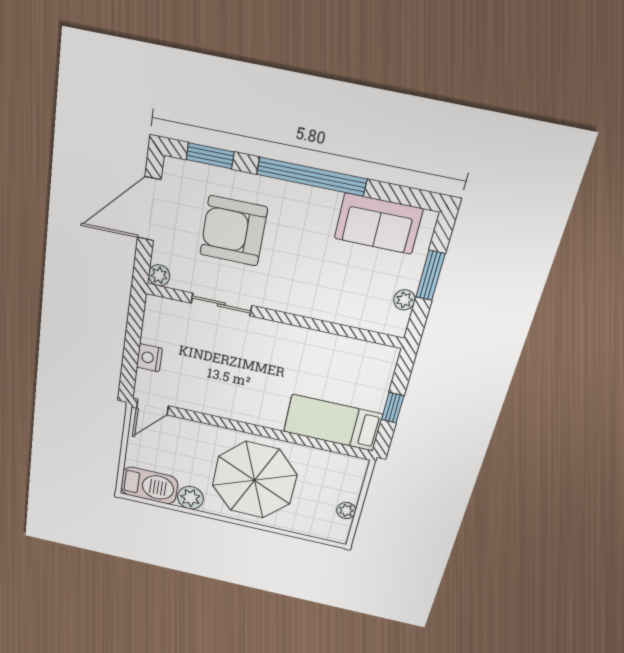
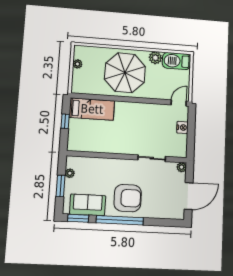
window: (210, 156) -> (78, 218), moved
armchair: (233, 231) -> (128, 198), moved

